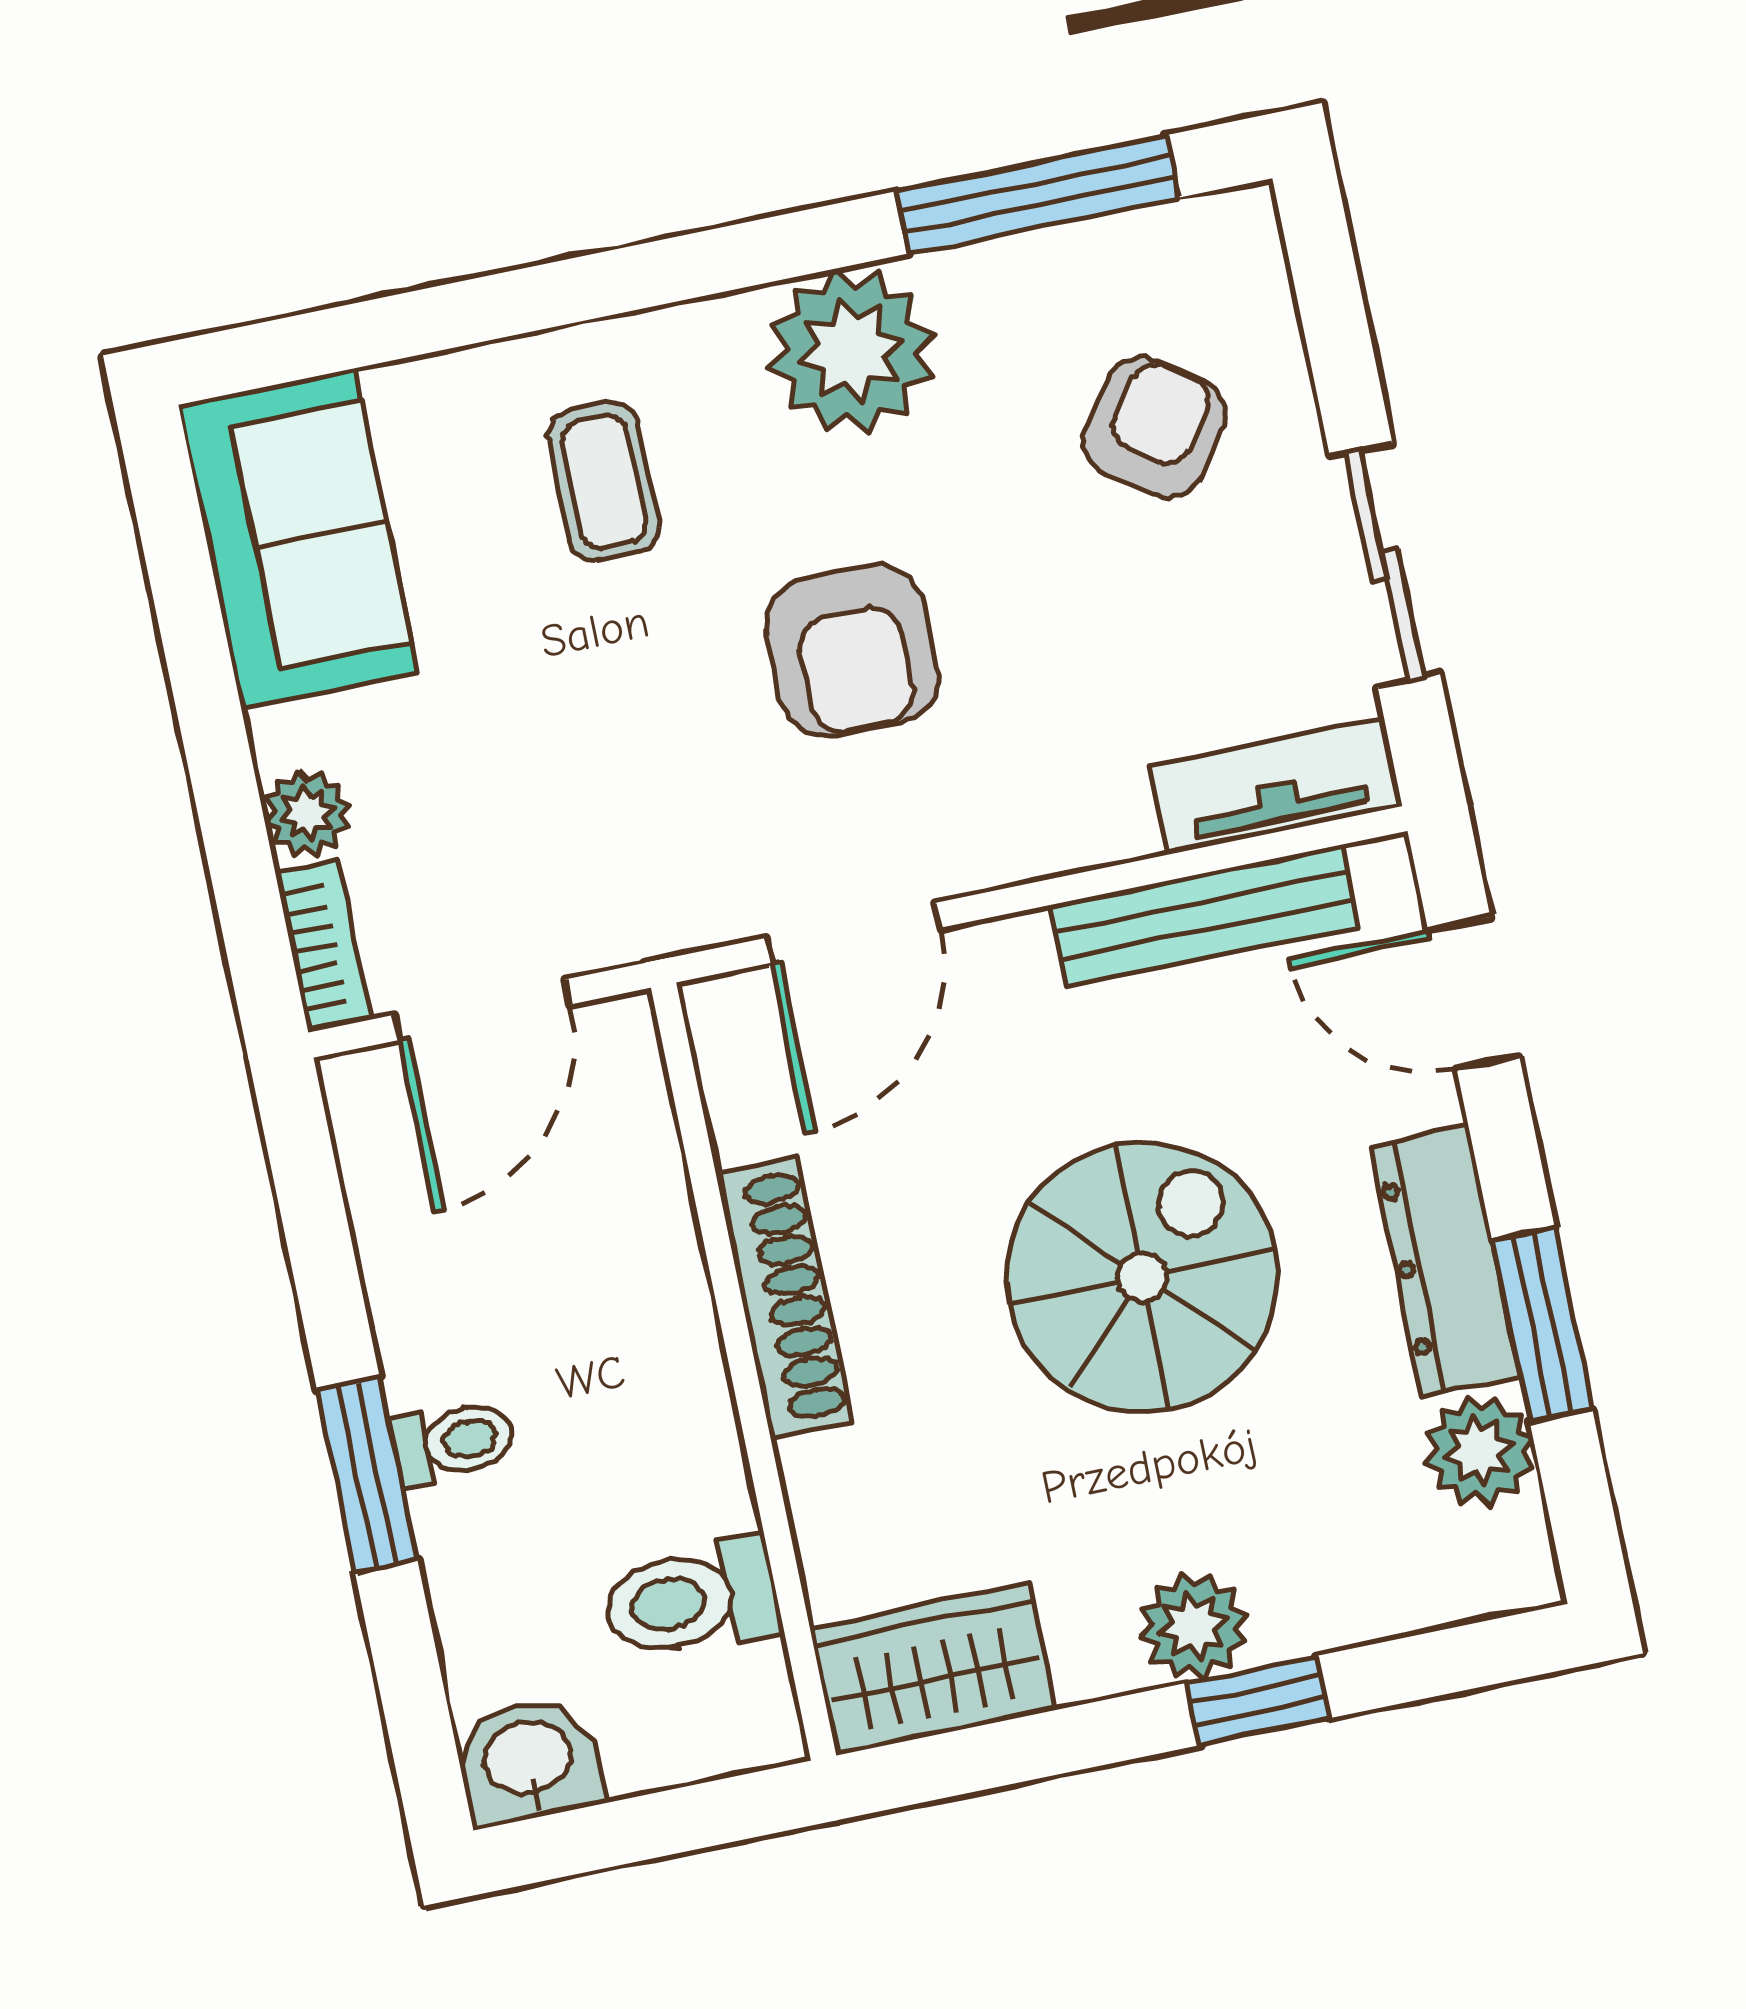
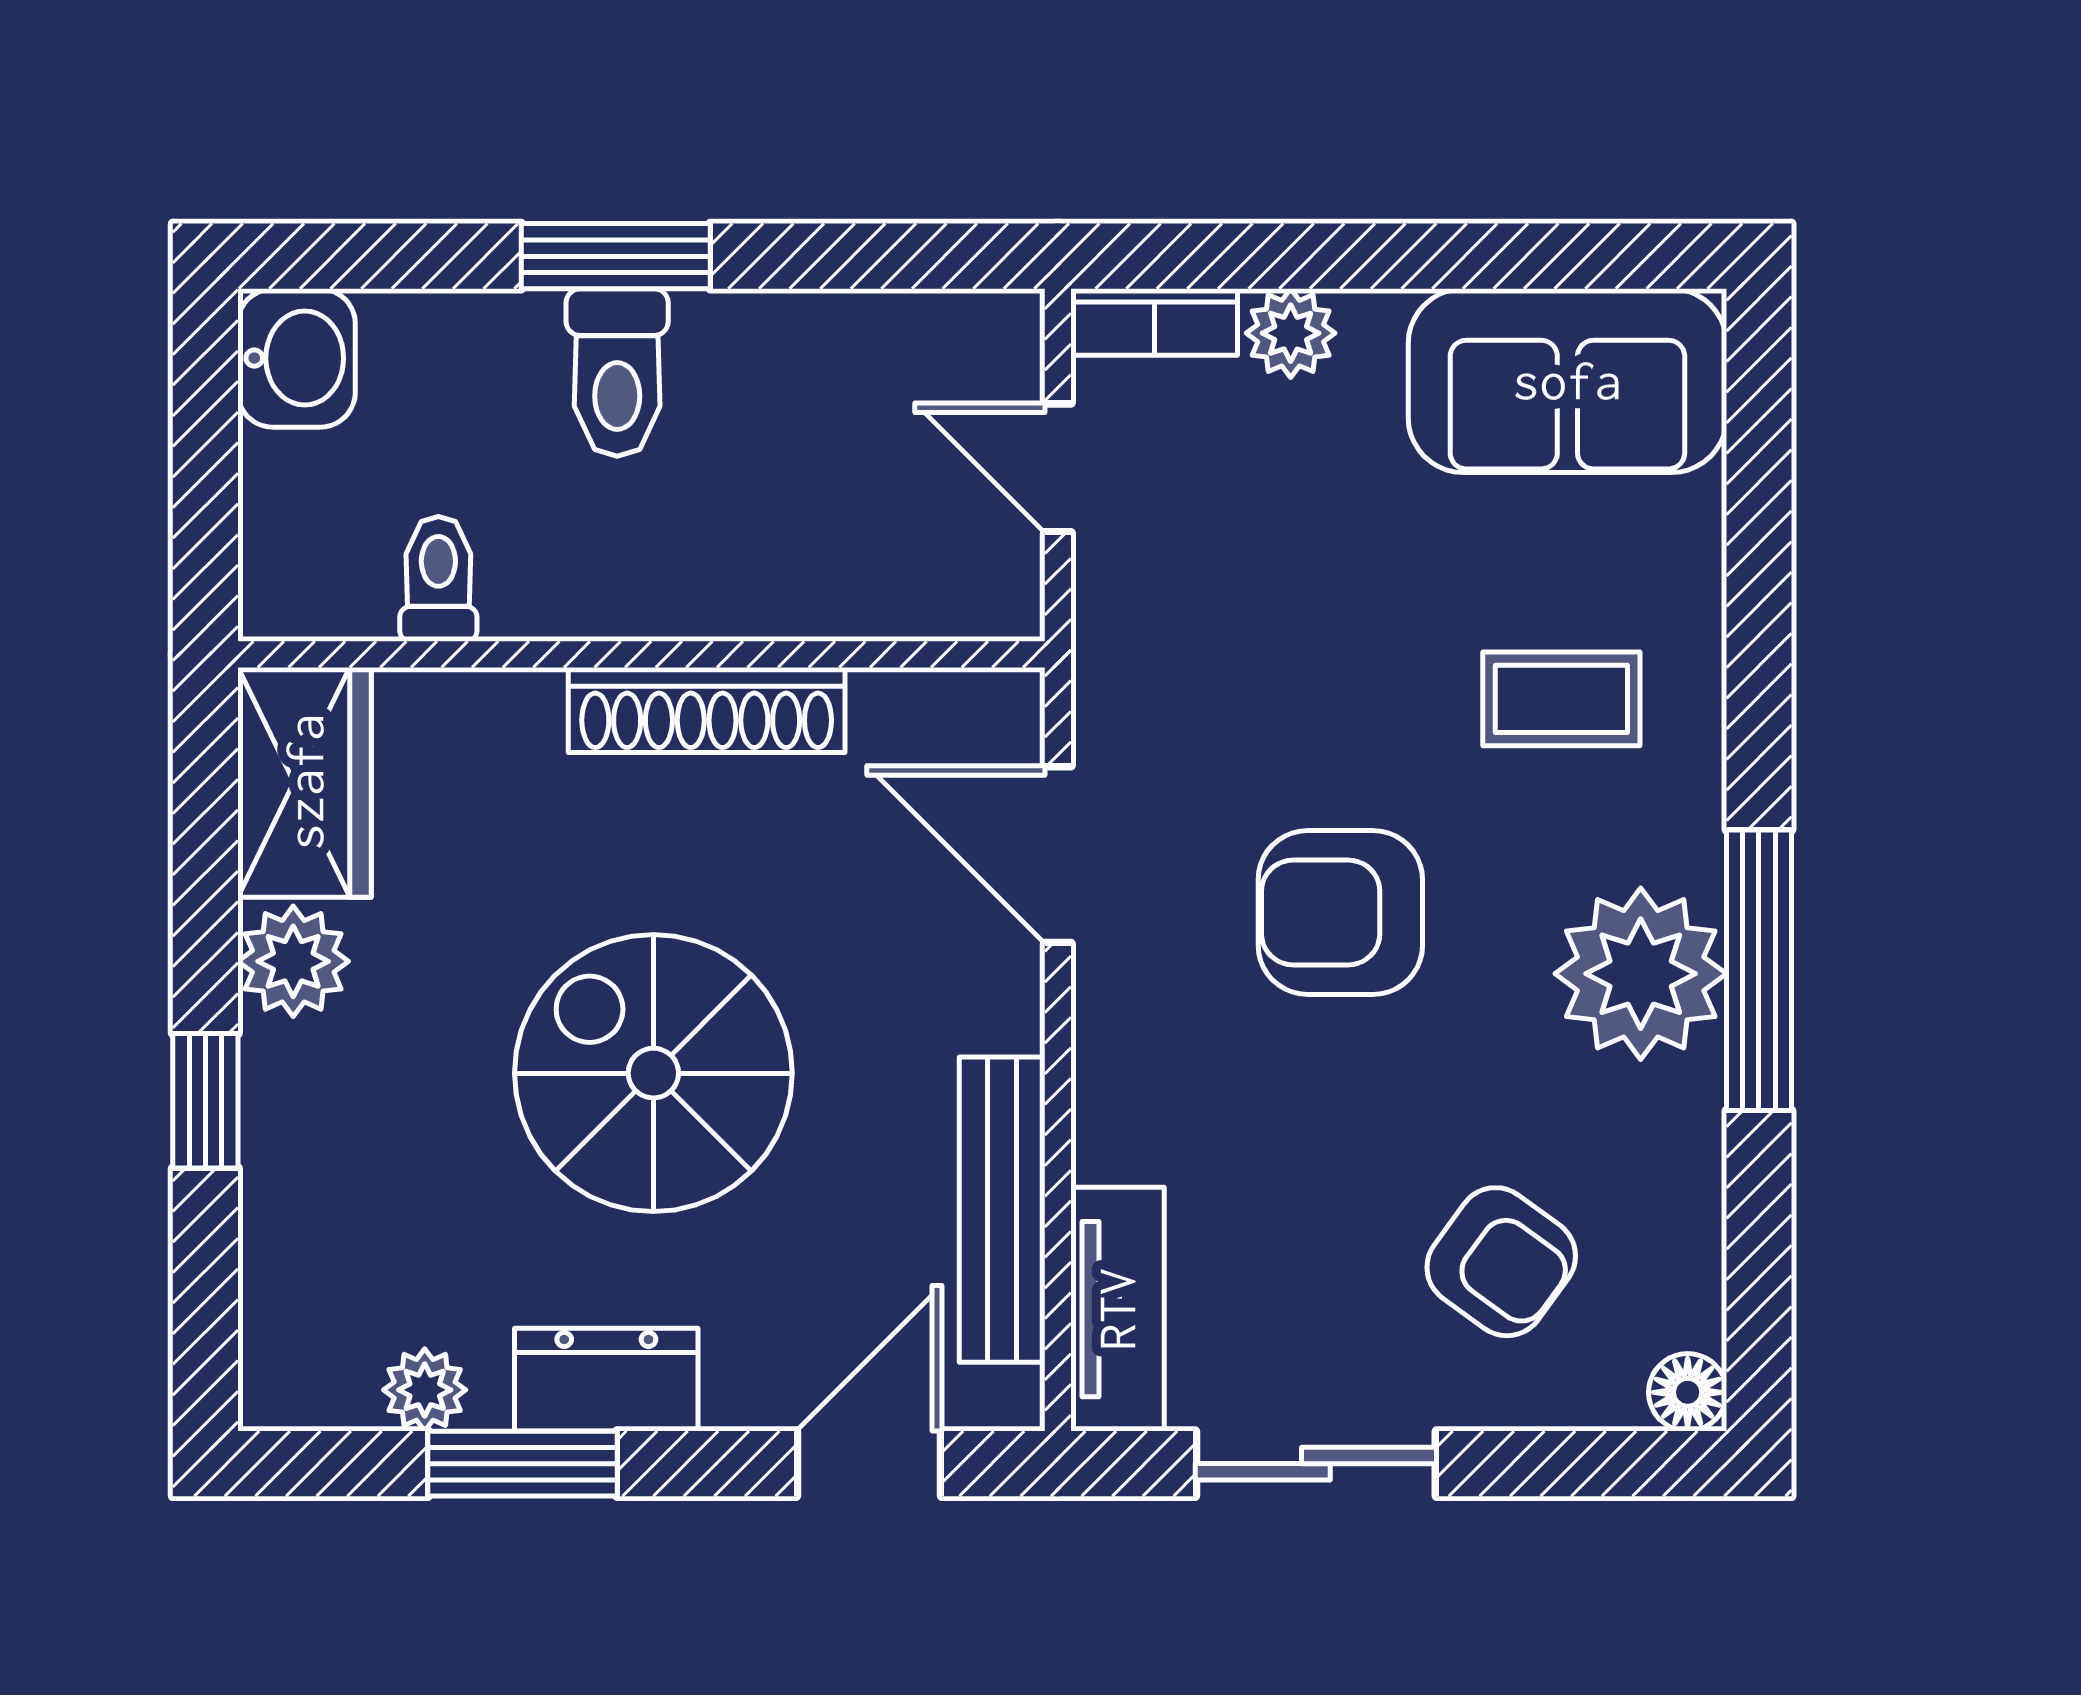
window: (1038, 194) -> (1759, 970), moved
floor lamp: (1243, 223) -> (1688, 1392), added
door: (482, 1010) -> (1058, 468), width x0.73
dresser: (1445, 1261) -> (606, 1380), width x0.70
spiral stairs: (1142, 1277) -> (653, 1073), turned 180
toilet: (453, 1442) -> (617, 373), width x1.37, depth x1.39
plant: (1479, 1451) -> (425, 1390), width x0.73, depth x0.73
toilet: (691, 1599) -> (438, 579), width x0.73, depth x0.72
plant: (1193, 1626) -> (293, 961), moved

